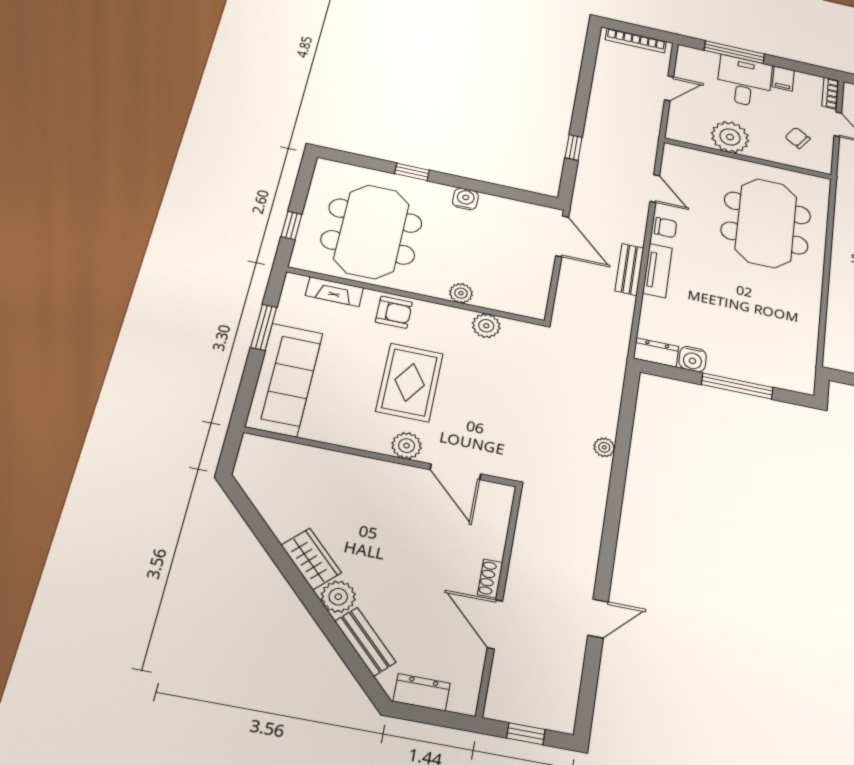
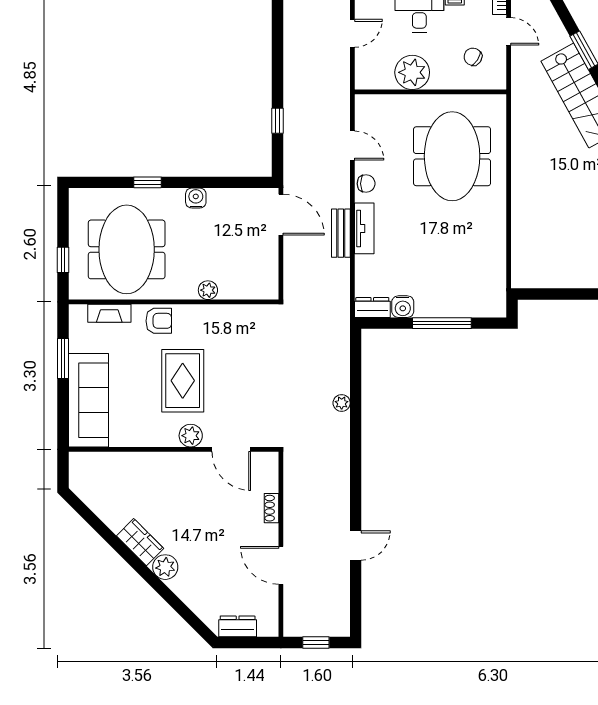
plant: (486, 326) -> (233, 316), removed
shoe rack: (490, 579) -> (271, 508), moved
bench: (365, 642) -> (191, 597), removed

